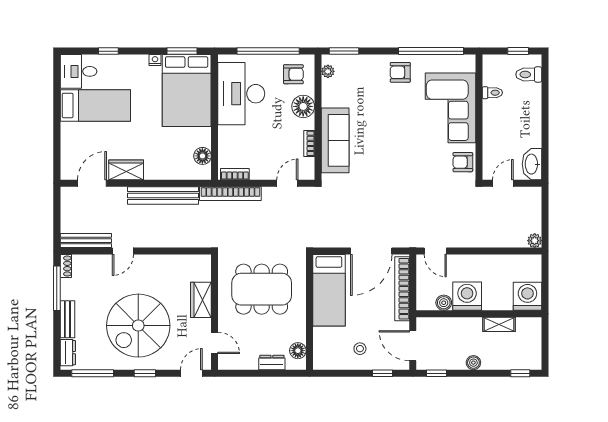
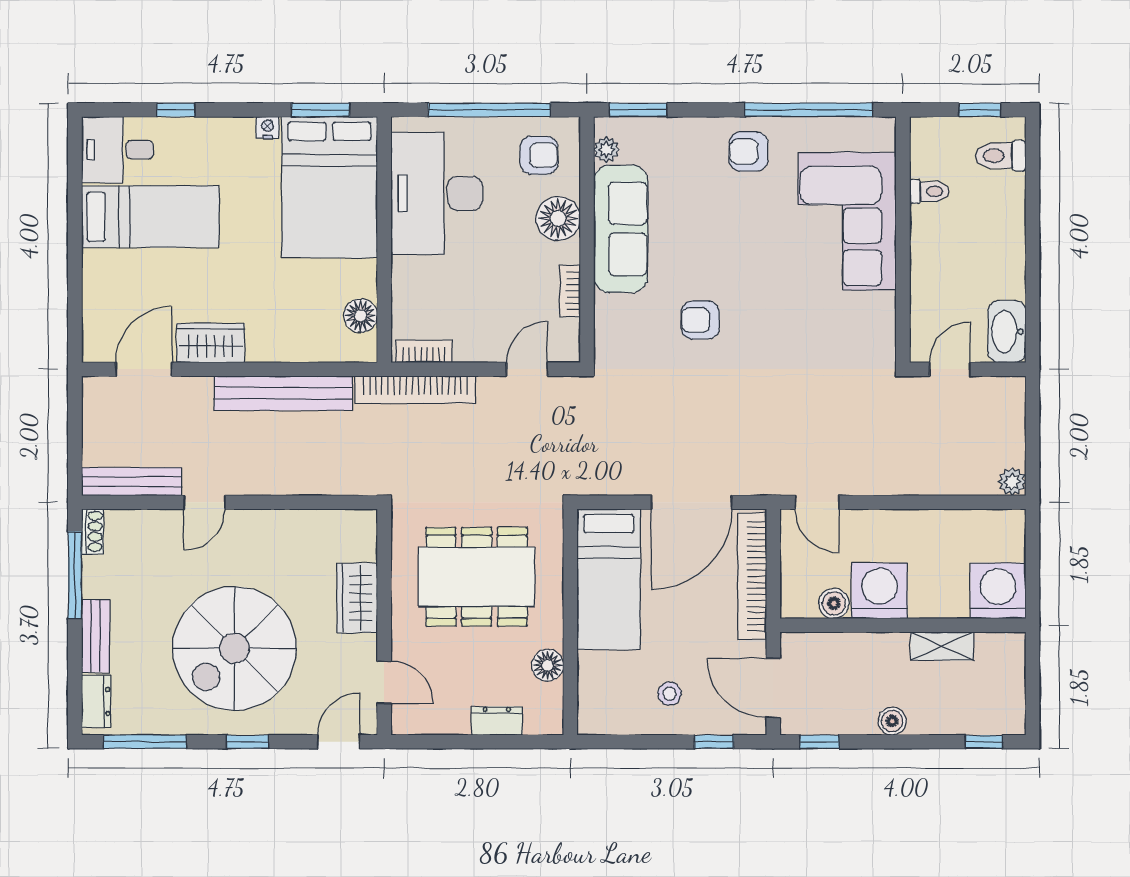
sofa: (335, 140) -> (621, 229), moved
armchair: (463, 162) -> (700, 320), moved
floor lamp: (298, 351) -> (548, 665), moved

